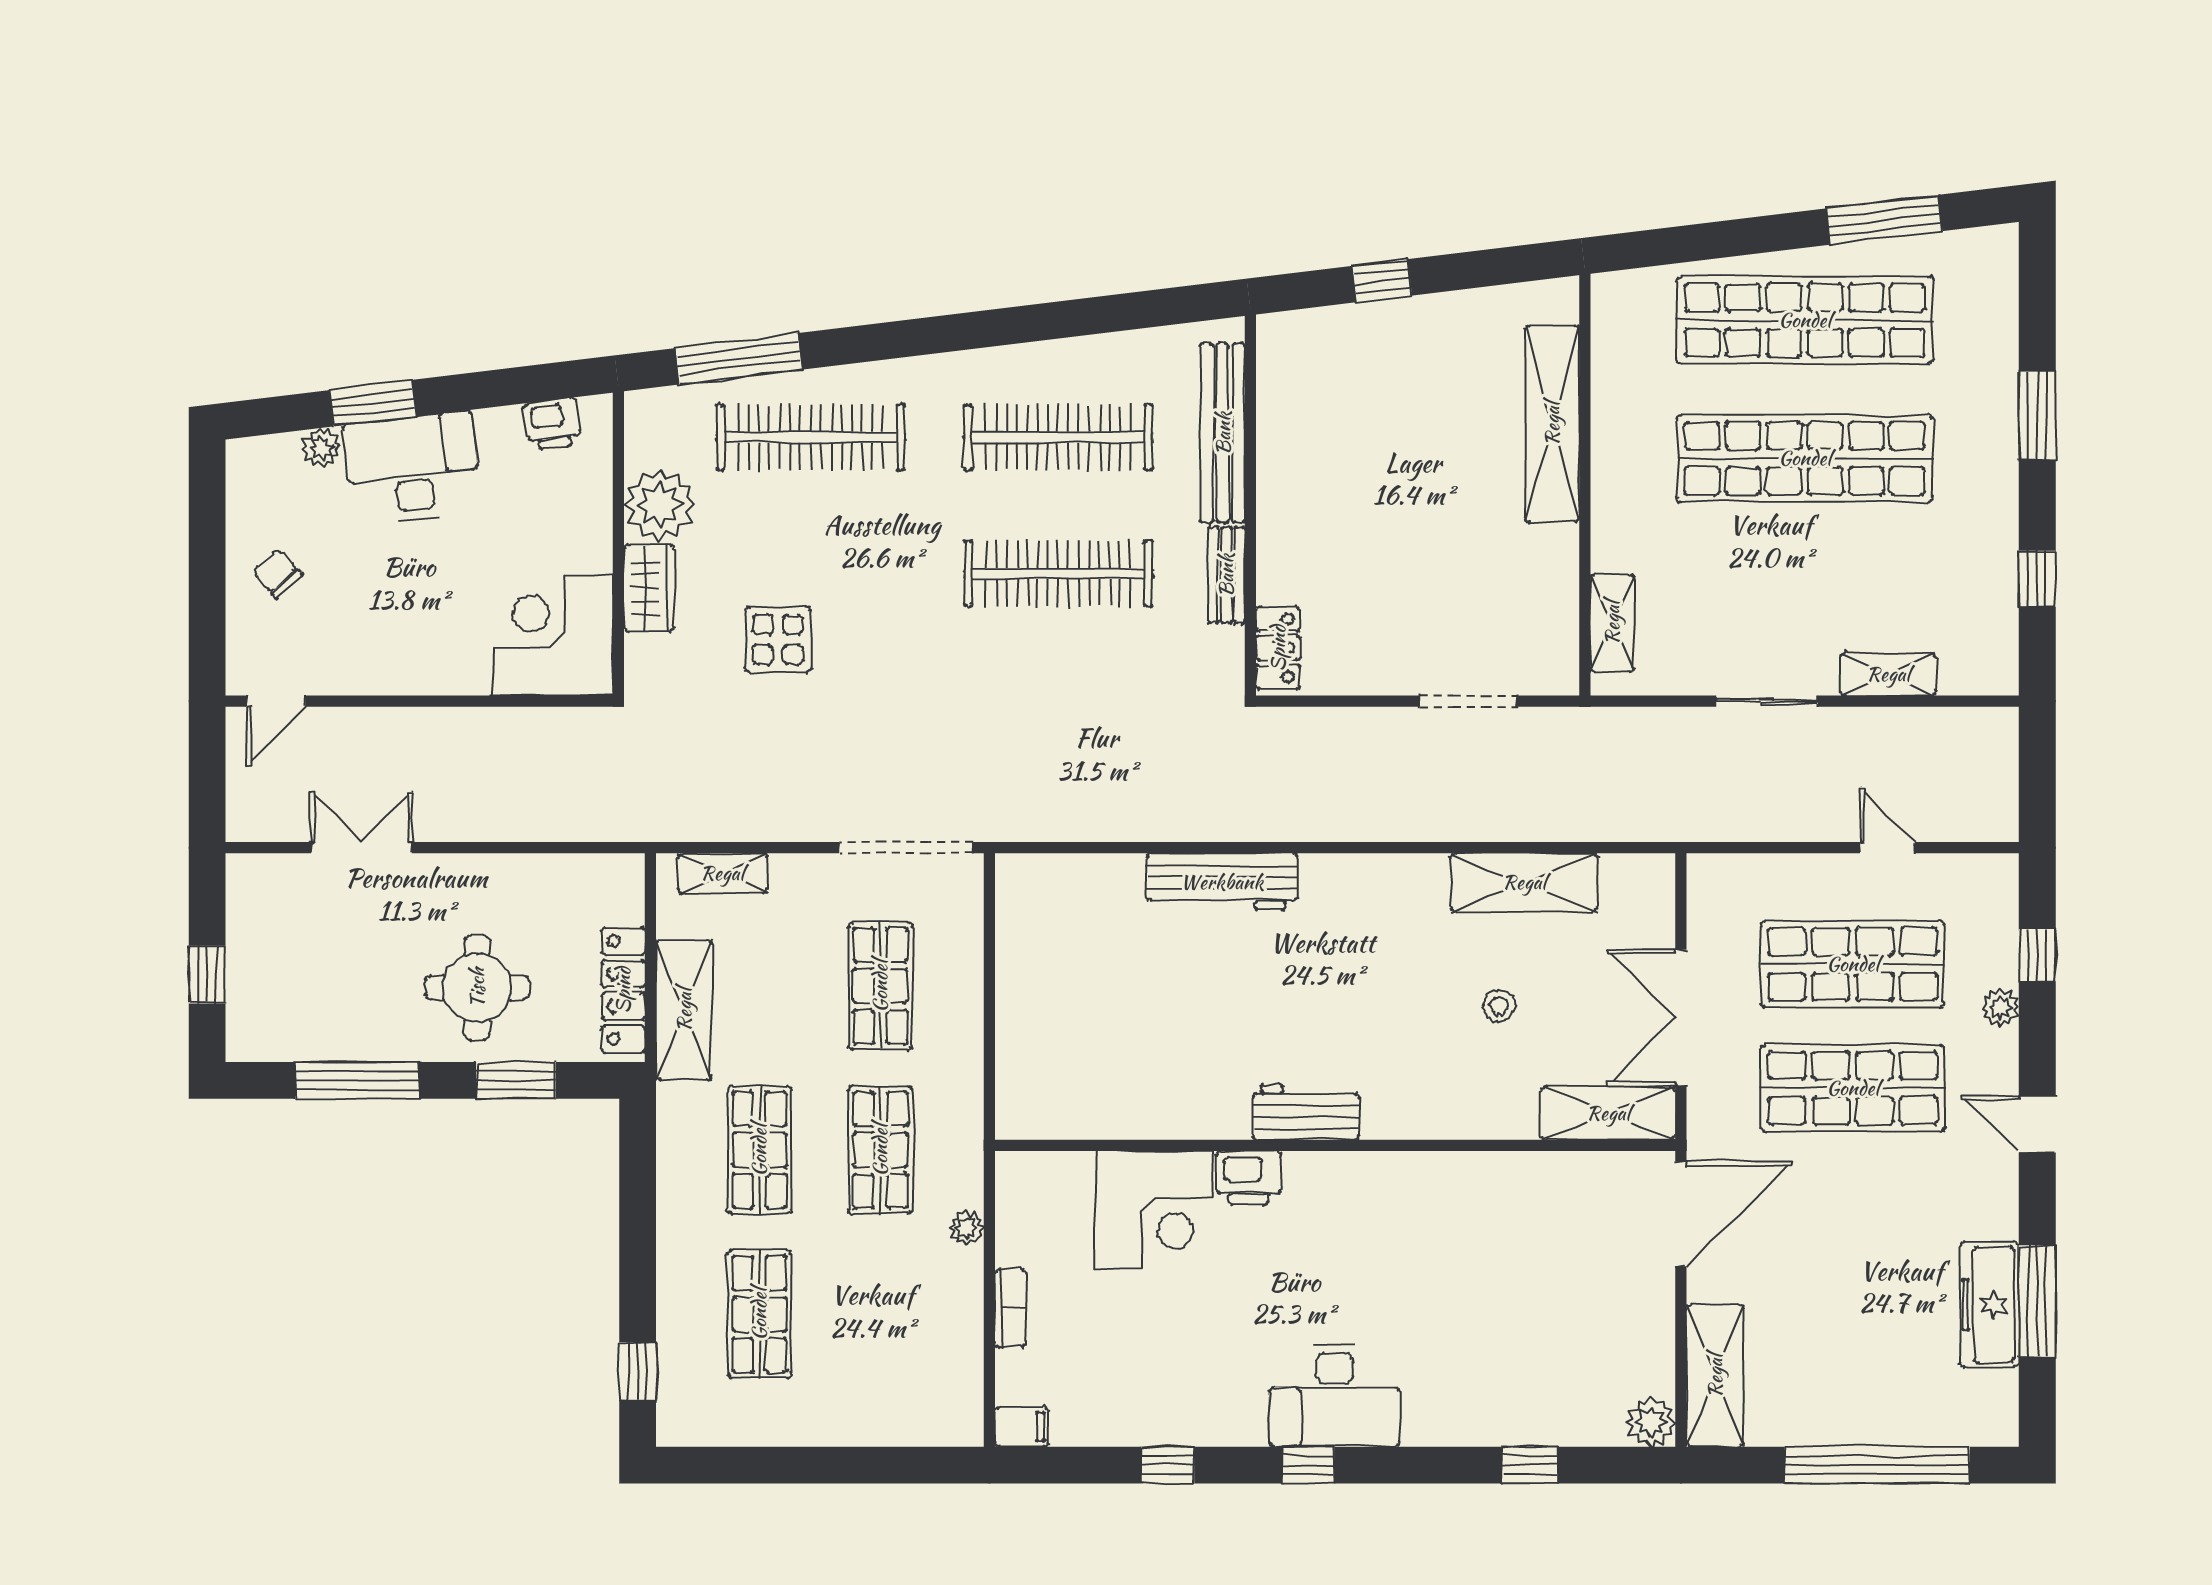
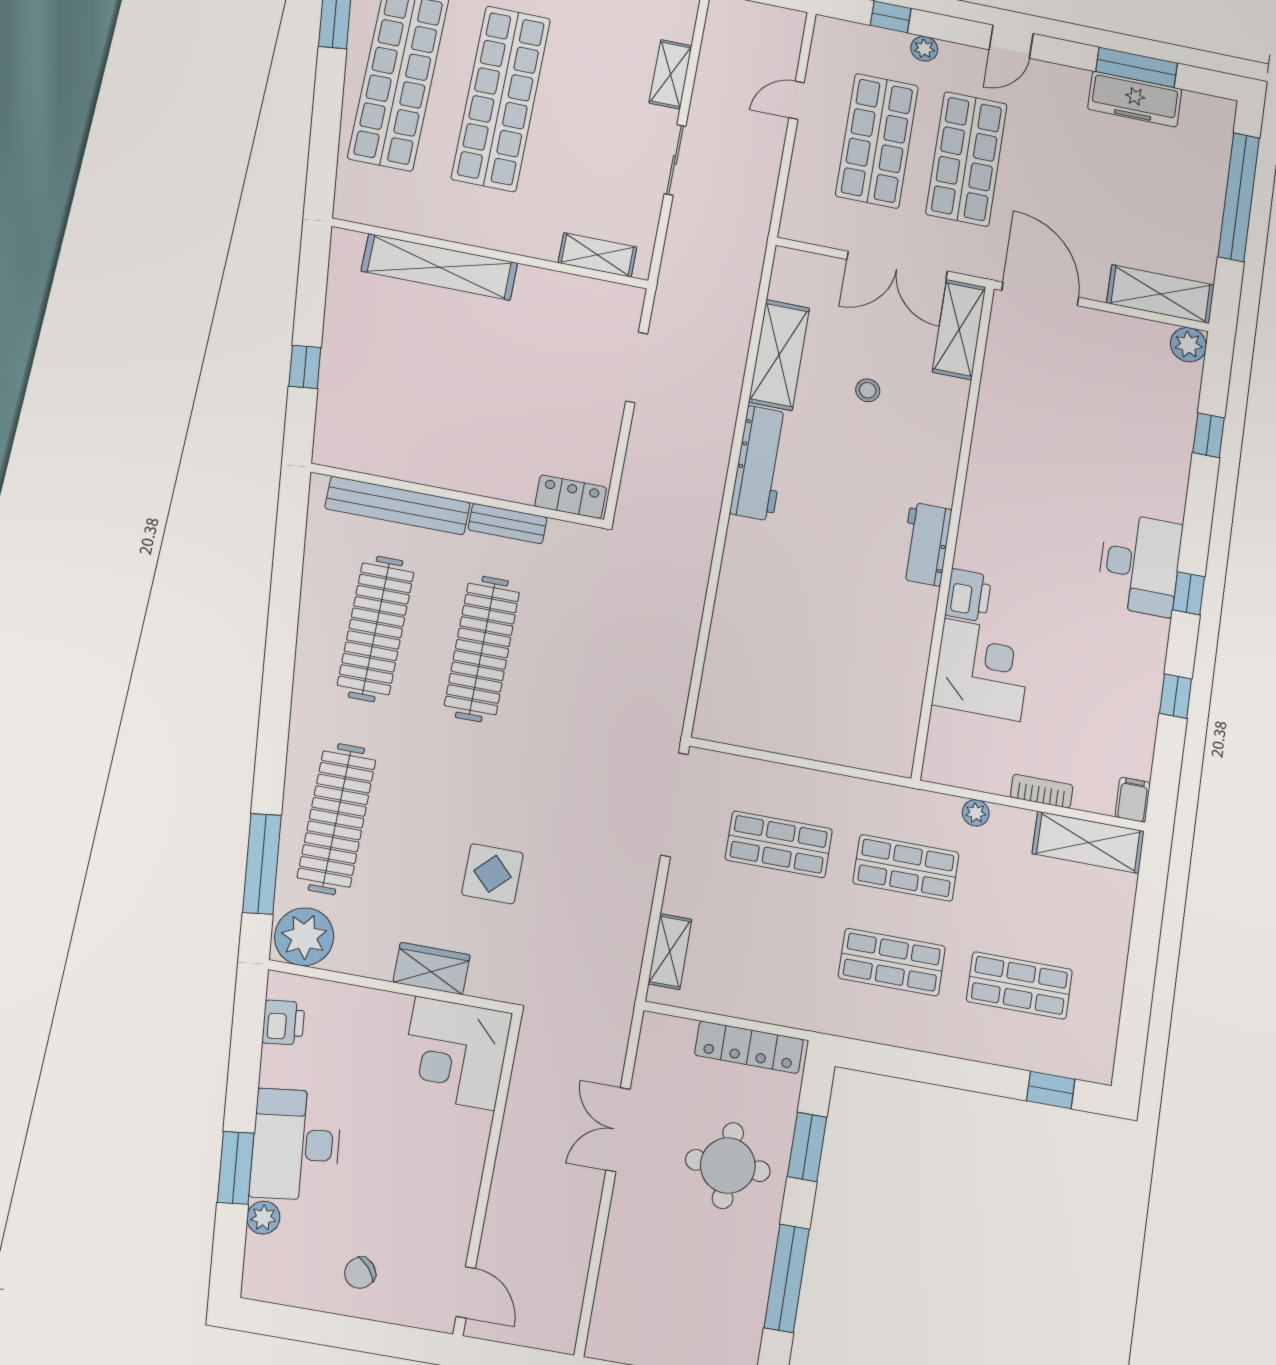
plant: (660, 505) -> (304, 937), moved
double door: (361, 848) -> (618, 1130), moved
workbench: (1222, 882) -> (760, 463), moved
shelving: (684, 1010) -> (1088, 842), moved

